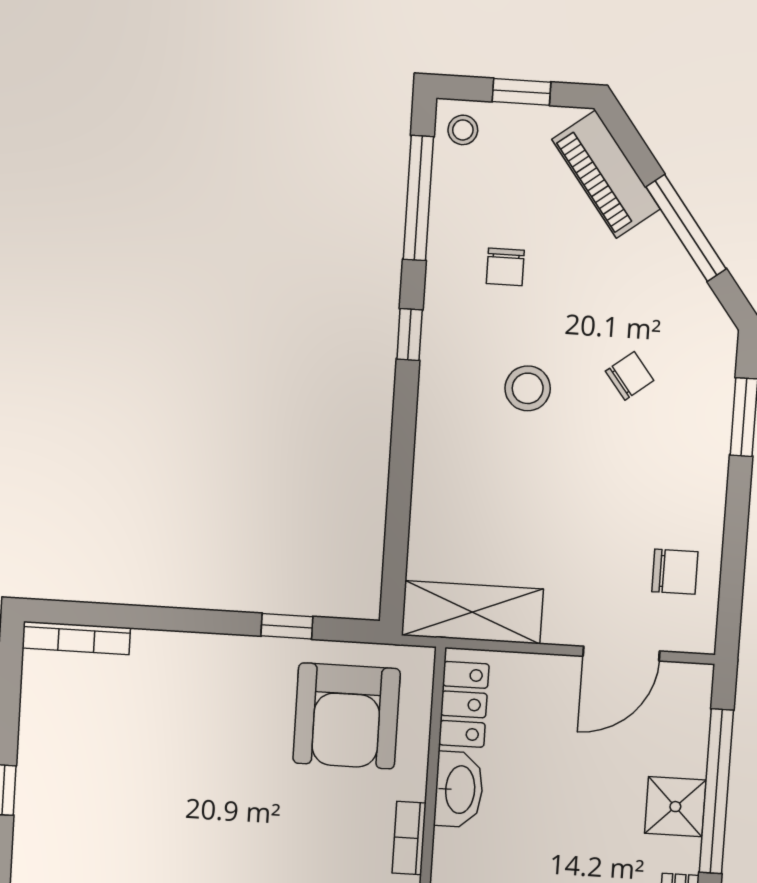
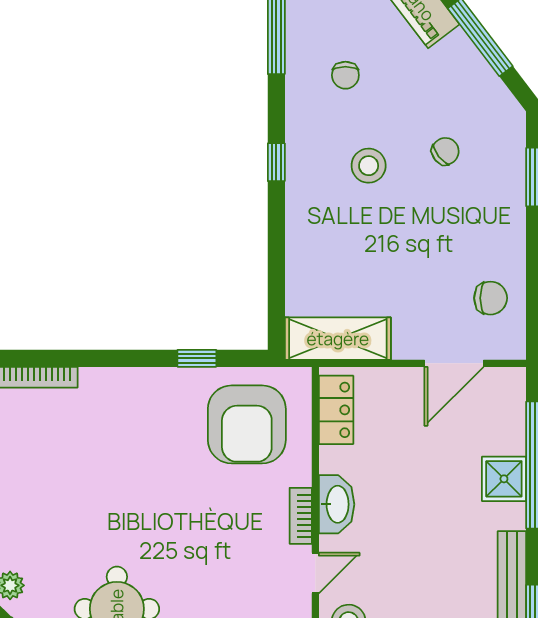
window: (410, 334) -> (276, 162), moved
washbasin: (459, 789) -> (337, 504), moved

